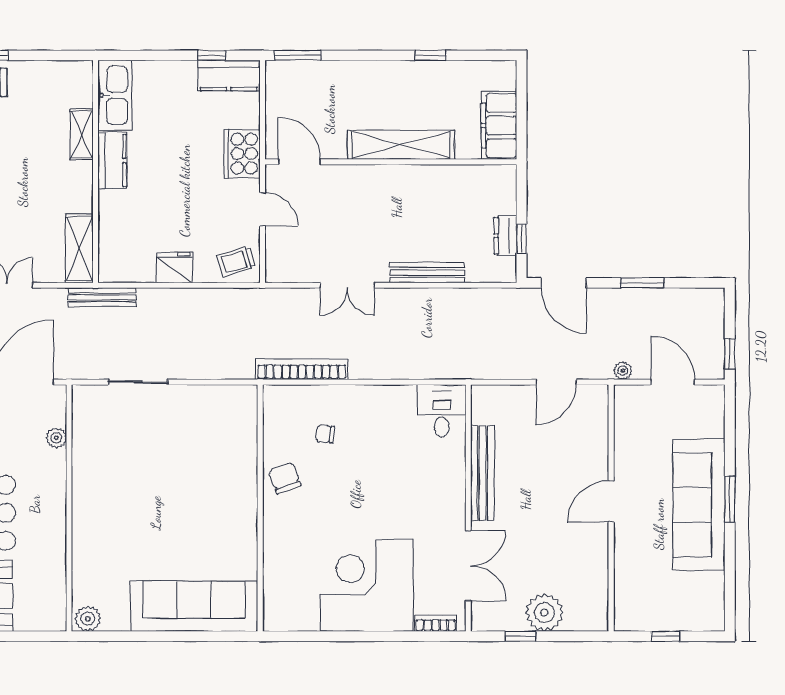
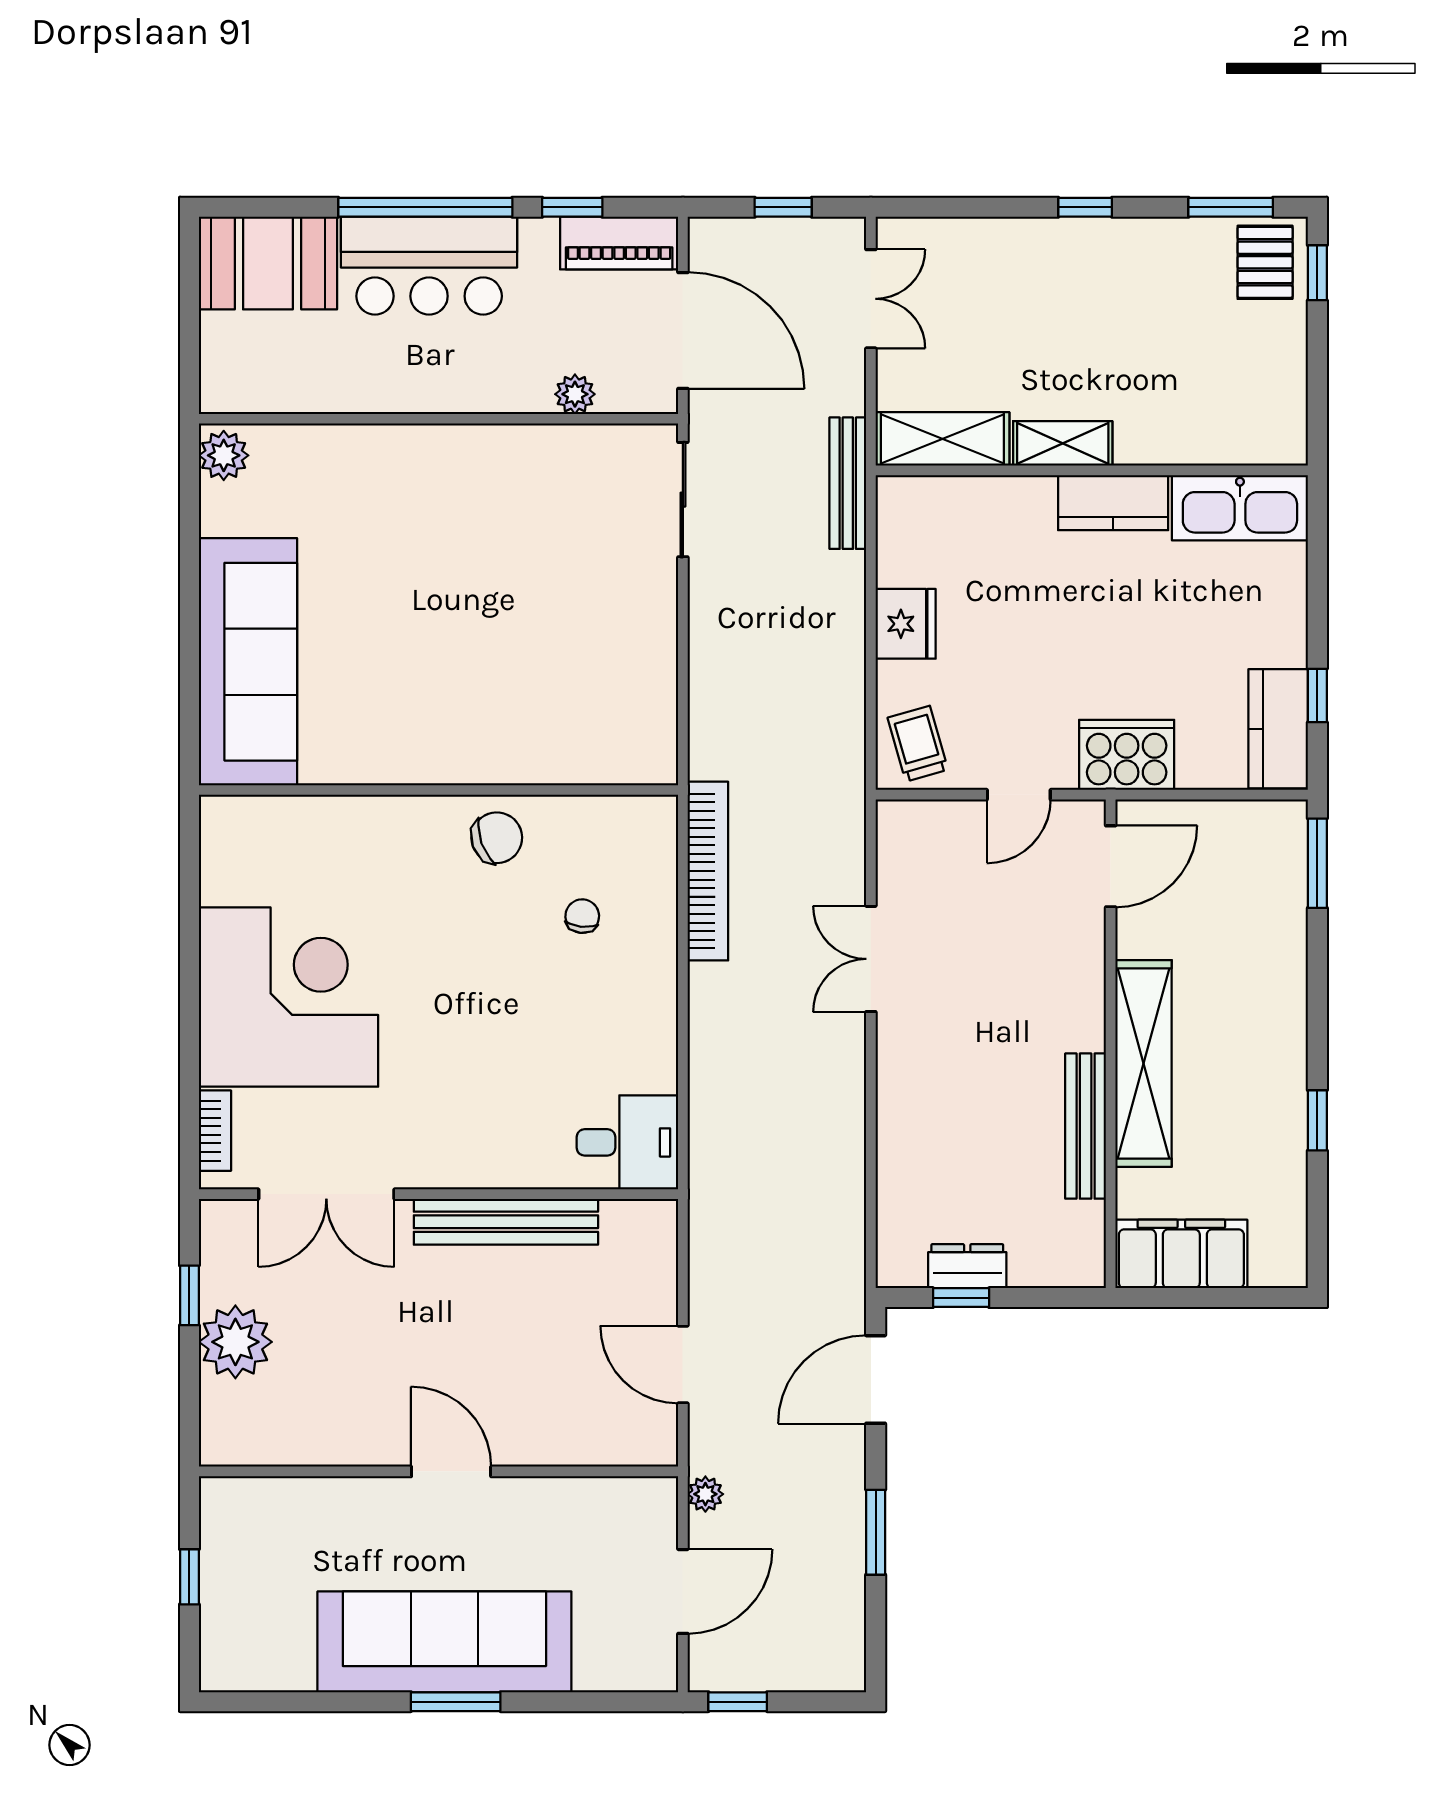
shelving: (82, 135) -> (1063, 443), moved
bench: (427, 272) -> (1086, 1126), moved
sliding door: (138, 382) -> (683, 500), moved

